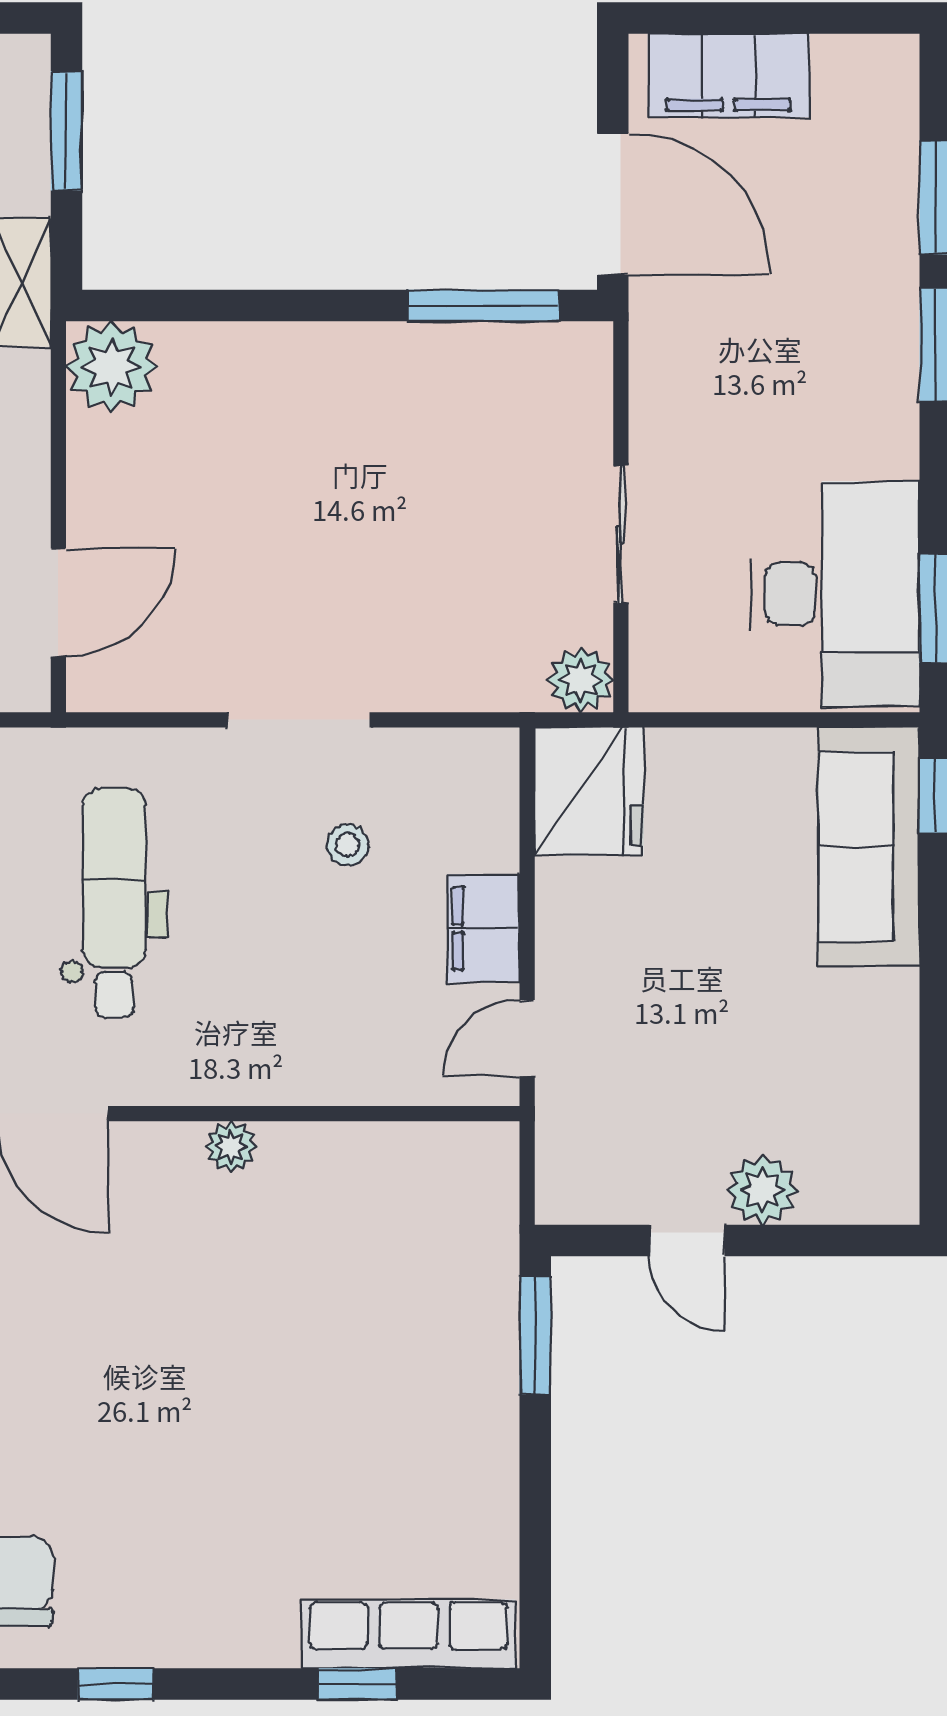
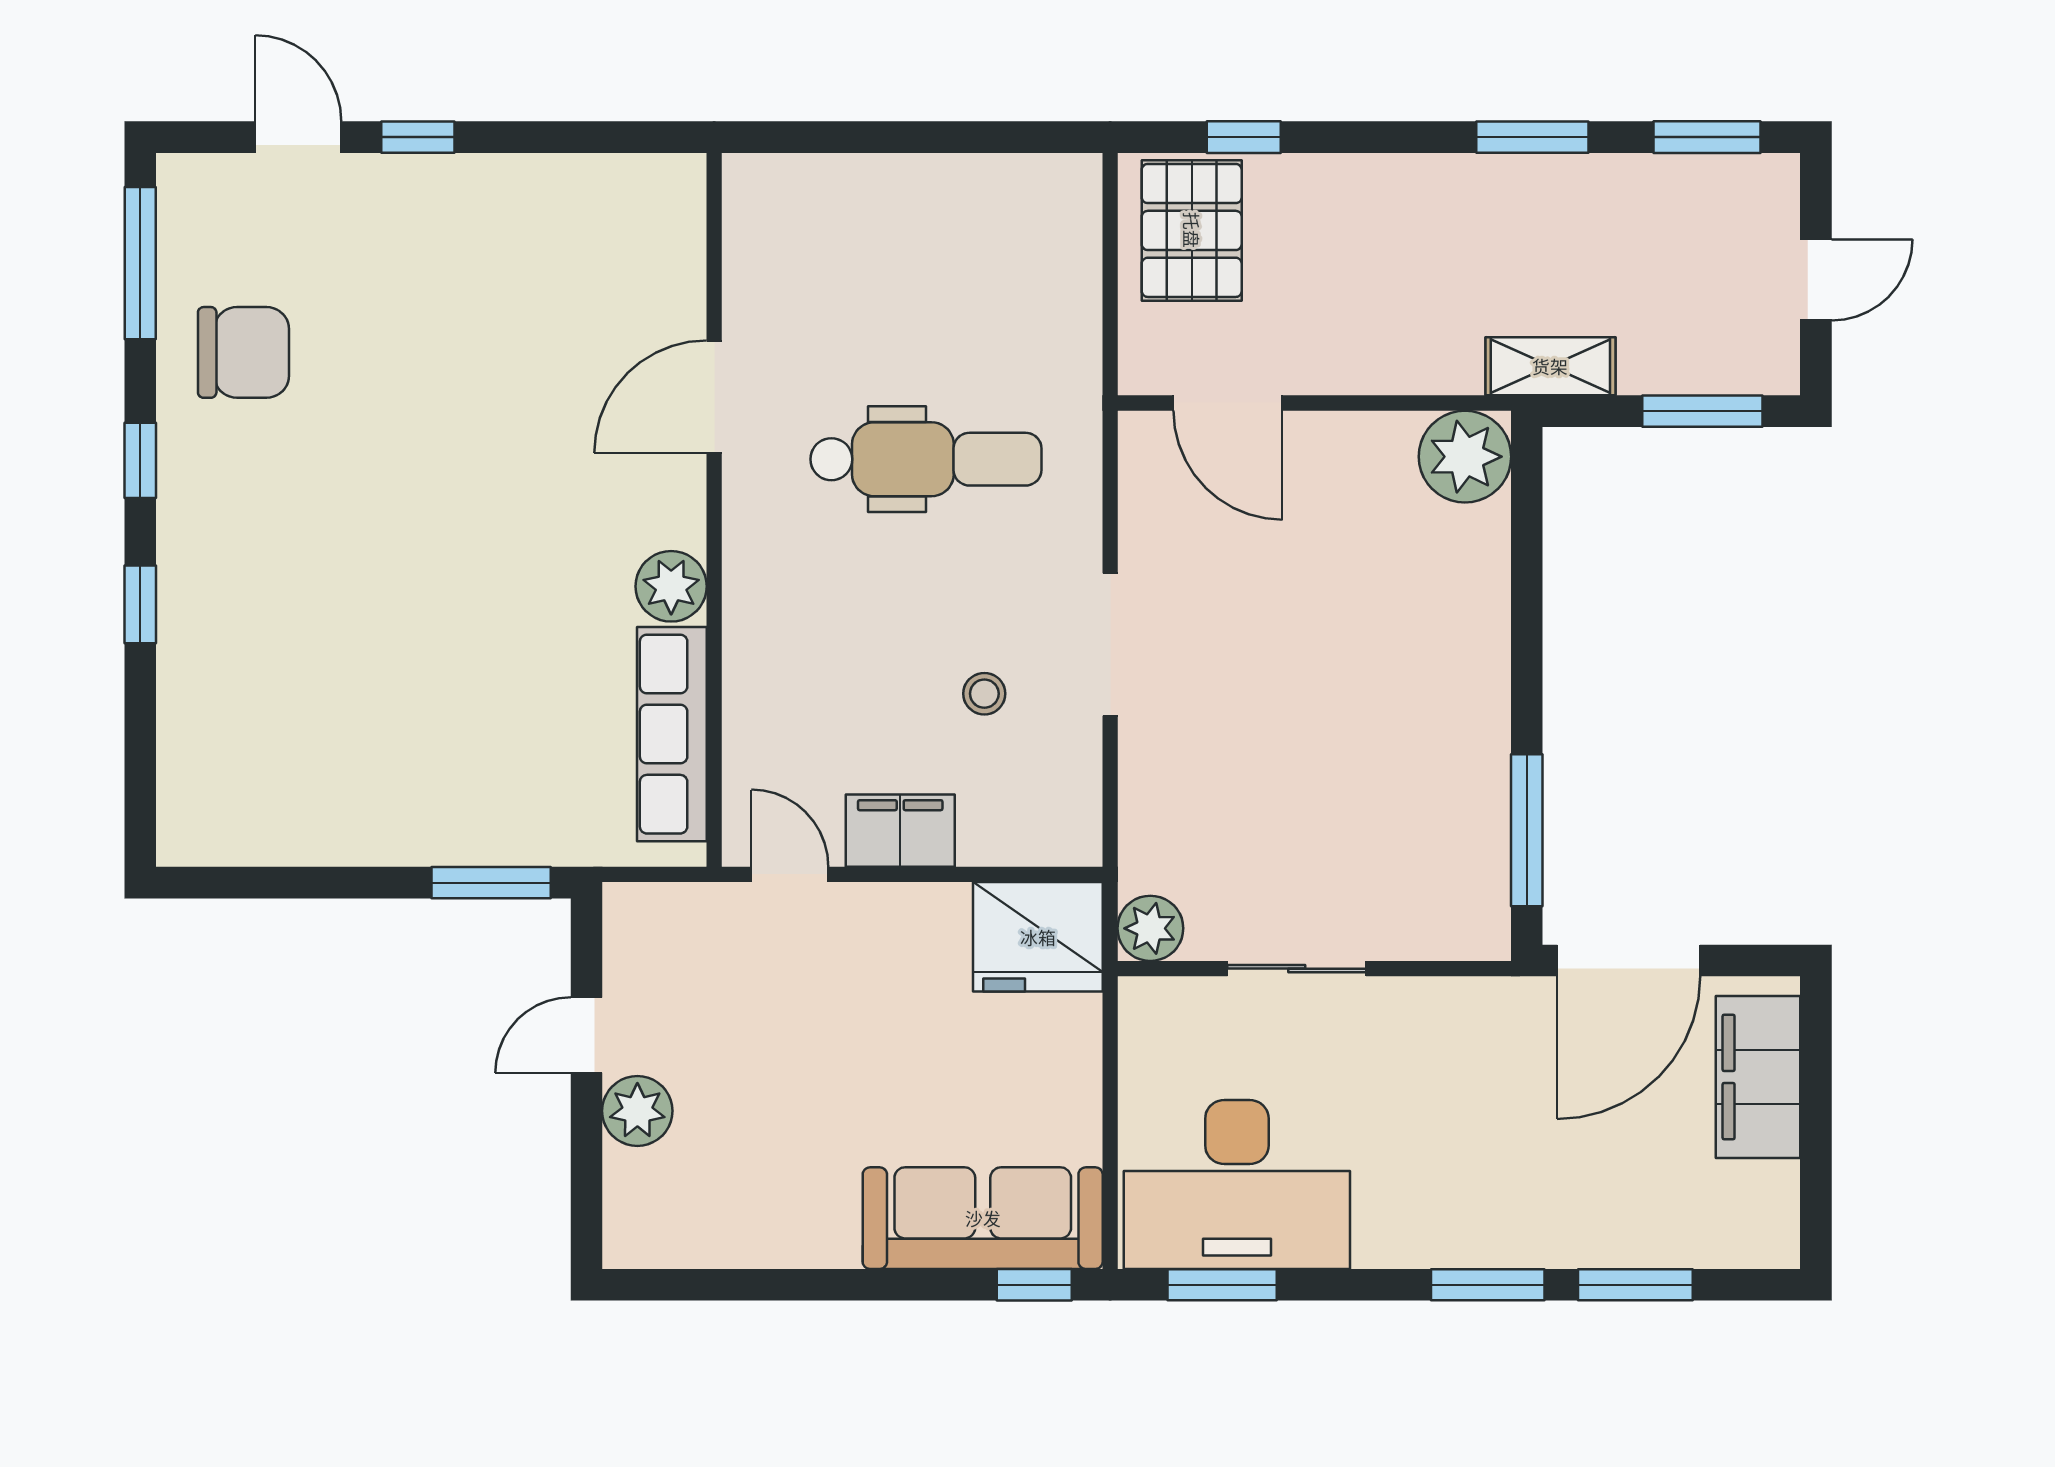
plant: (231, 1147) -> (671, 586), width x1.38, depth x1.38
row of seats: (408, 1634) -> (672, 734), moved, turned 180
window: (358, 1684) -> (140, 604), moved

